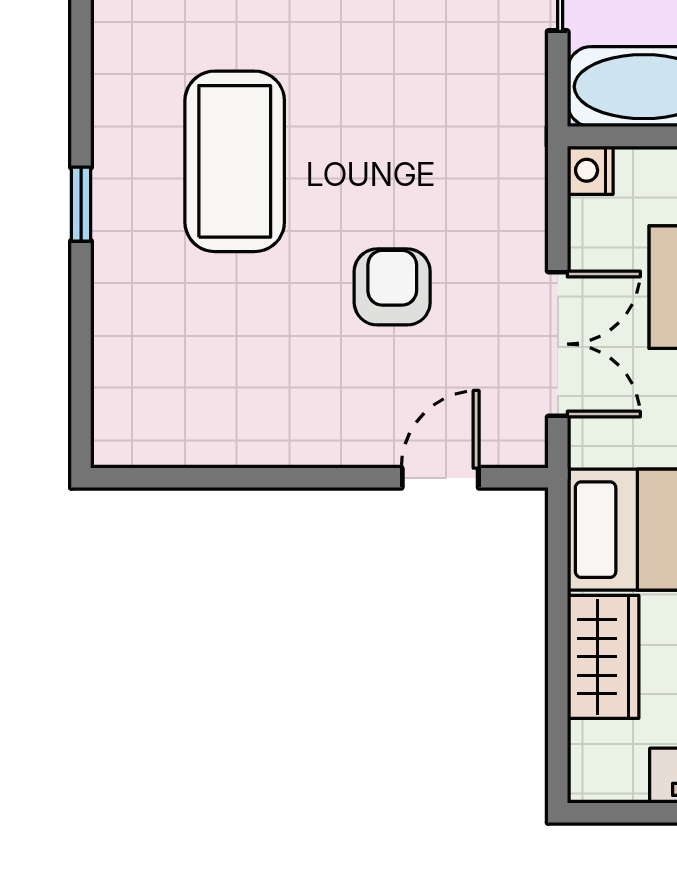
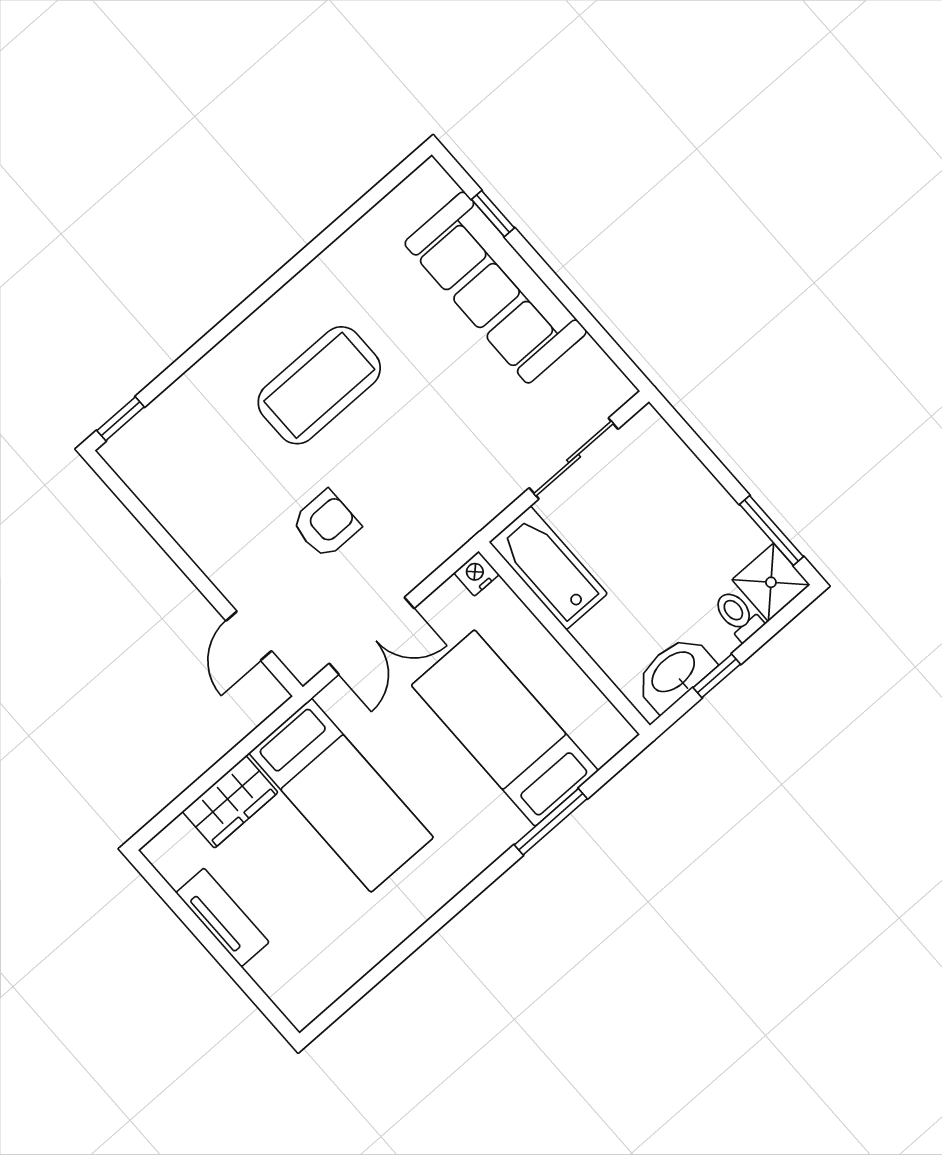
window: (81, 204) -> (121, 419), moved
door: (440, 478) -> (249, 636), swing flipped

